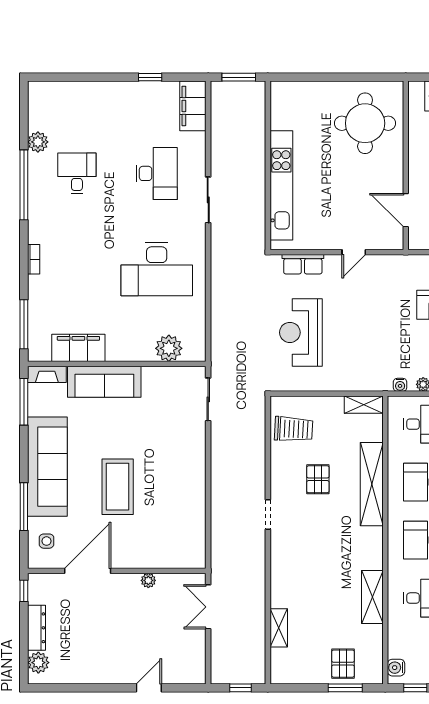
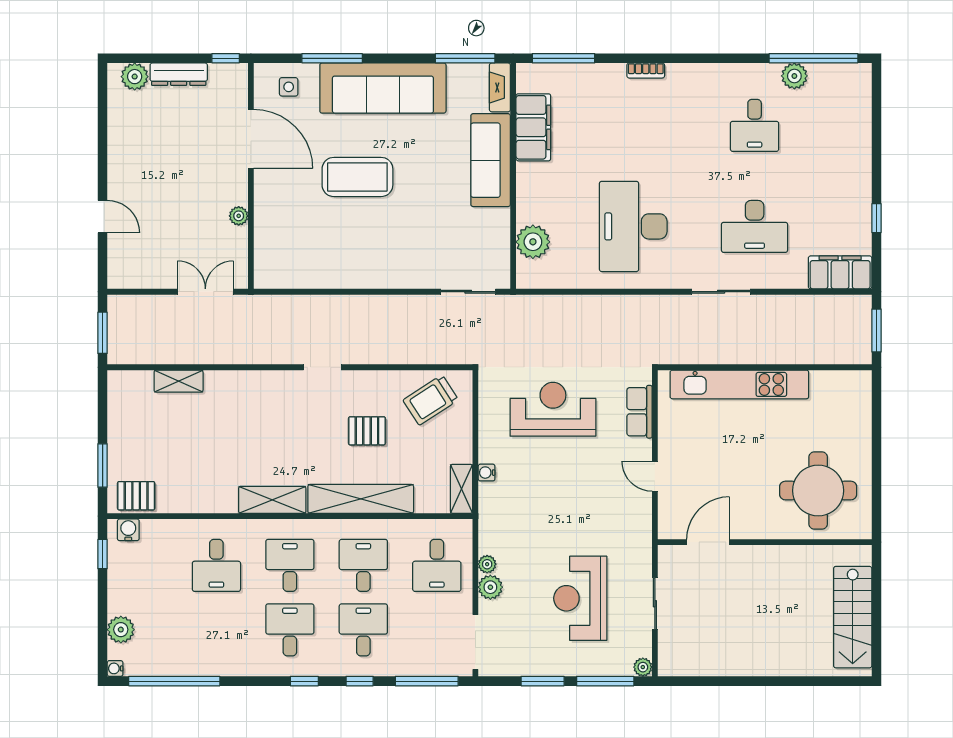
desk: (77, 173) -> (755, 125), turned 90
window: (24, 185) -> (814, 58), moved
water cooler: (400, 385) -> (487, 473), moved
trolley: (294, 429) -> (431, 400), turned 54
shelving: (372, 597) -> (272, 500), moved
pallet: (343, 664) -> (136, 496), moved
window: (241, 688) -> (103, 333), width x1.50

